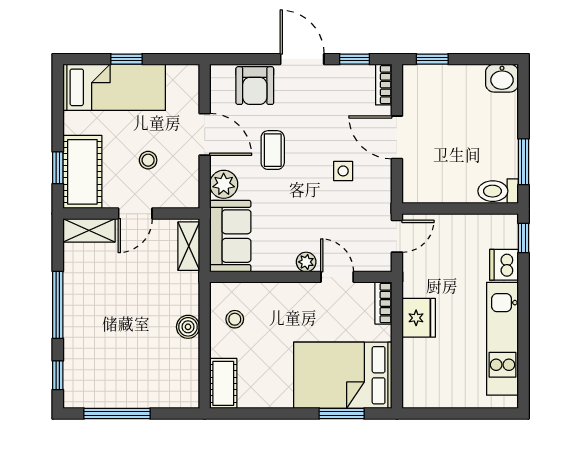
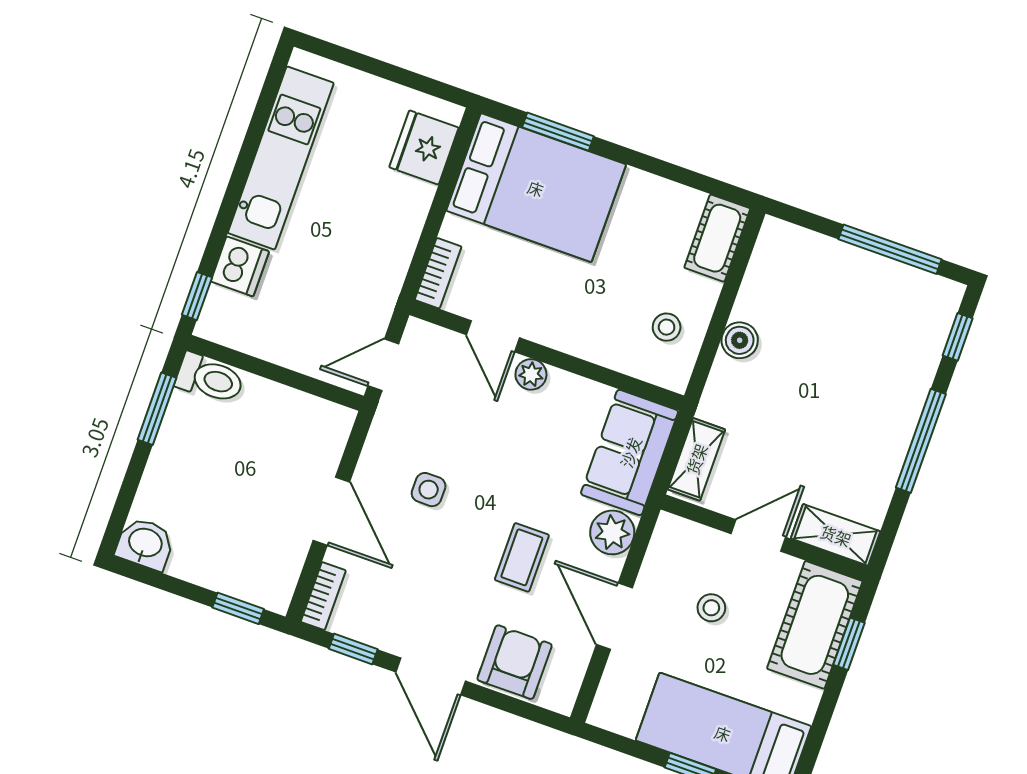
fridge: (419, 318) -> (424, 147), moved

